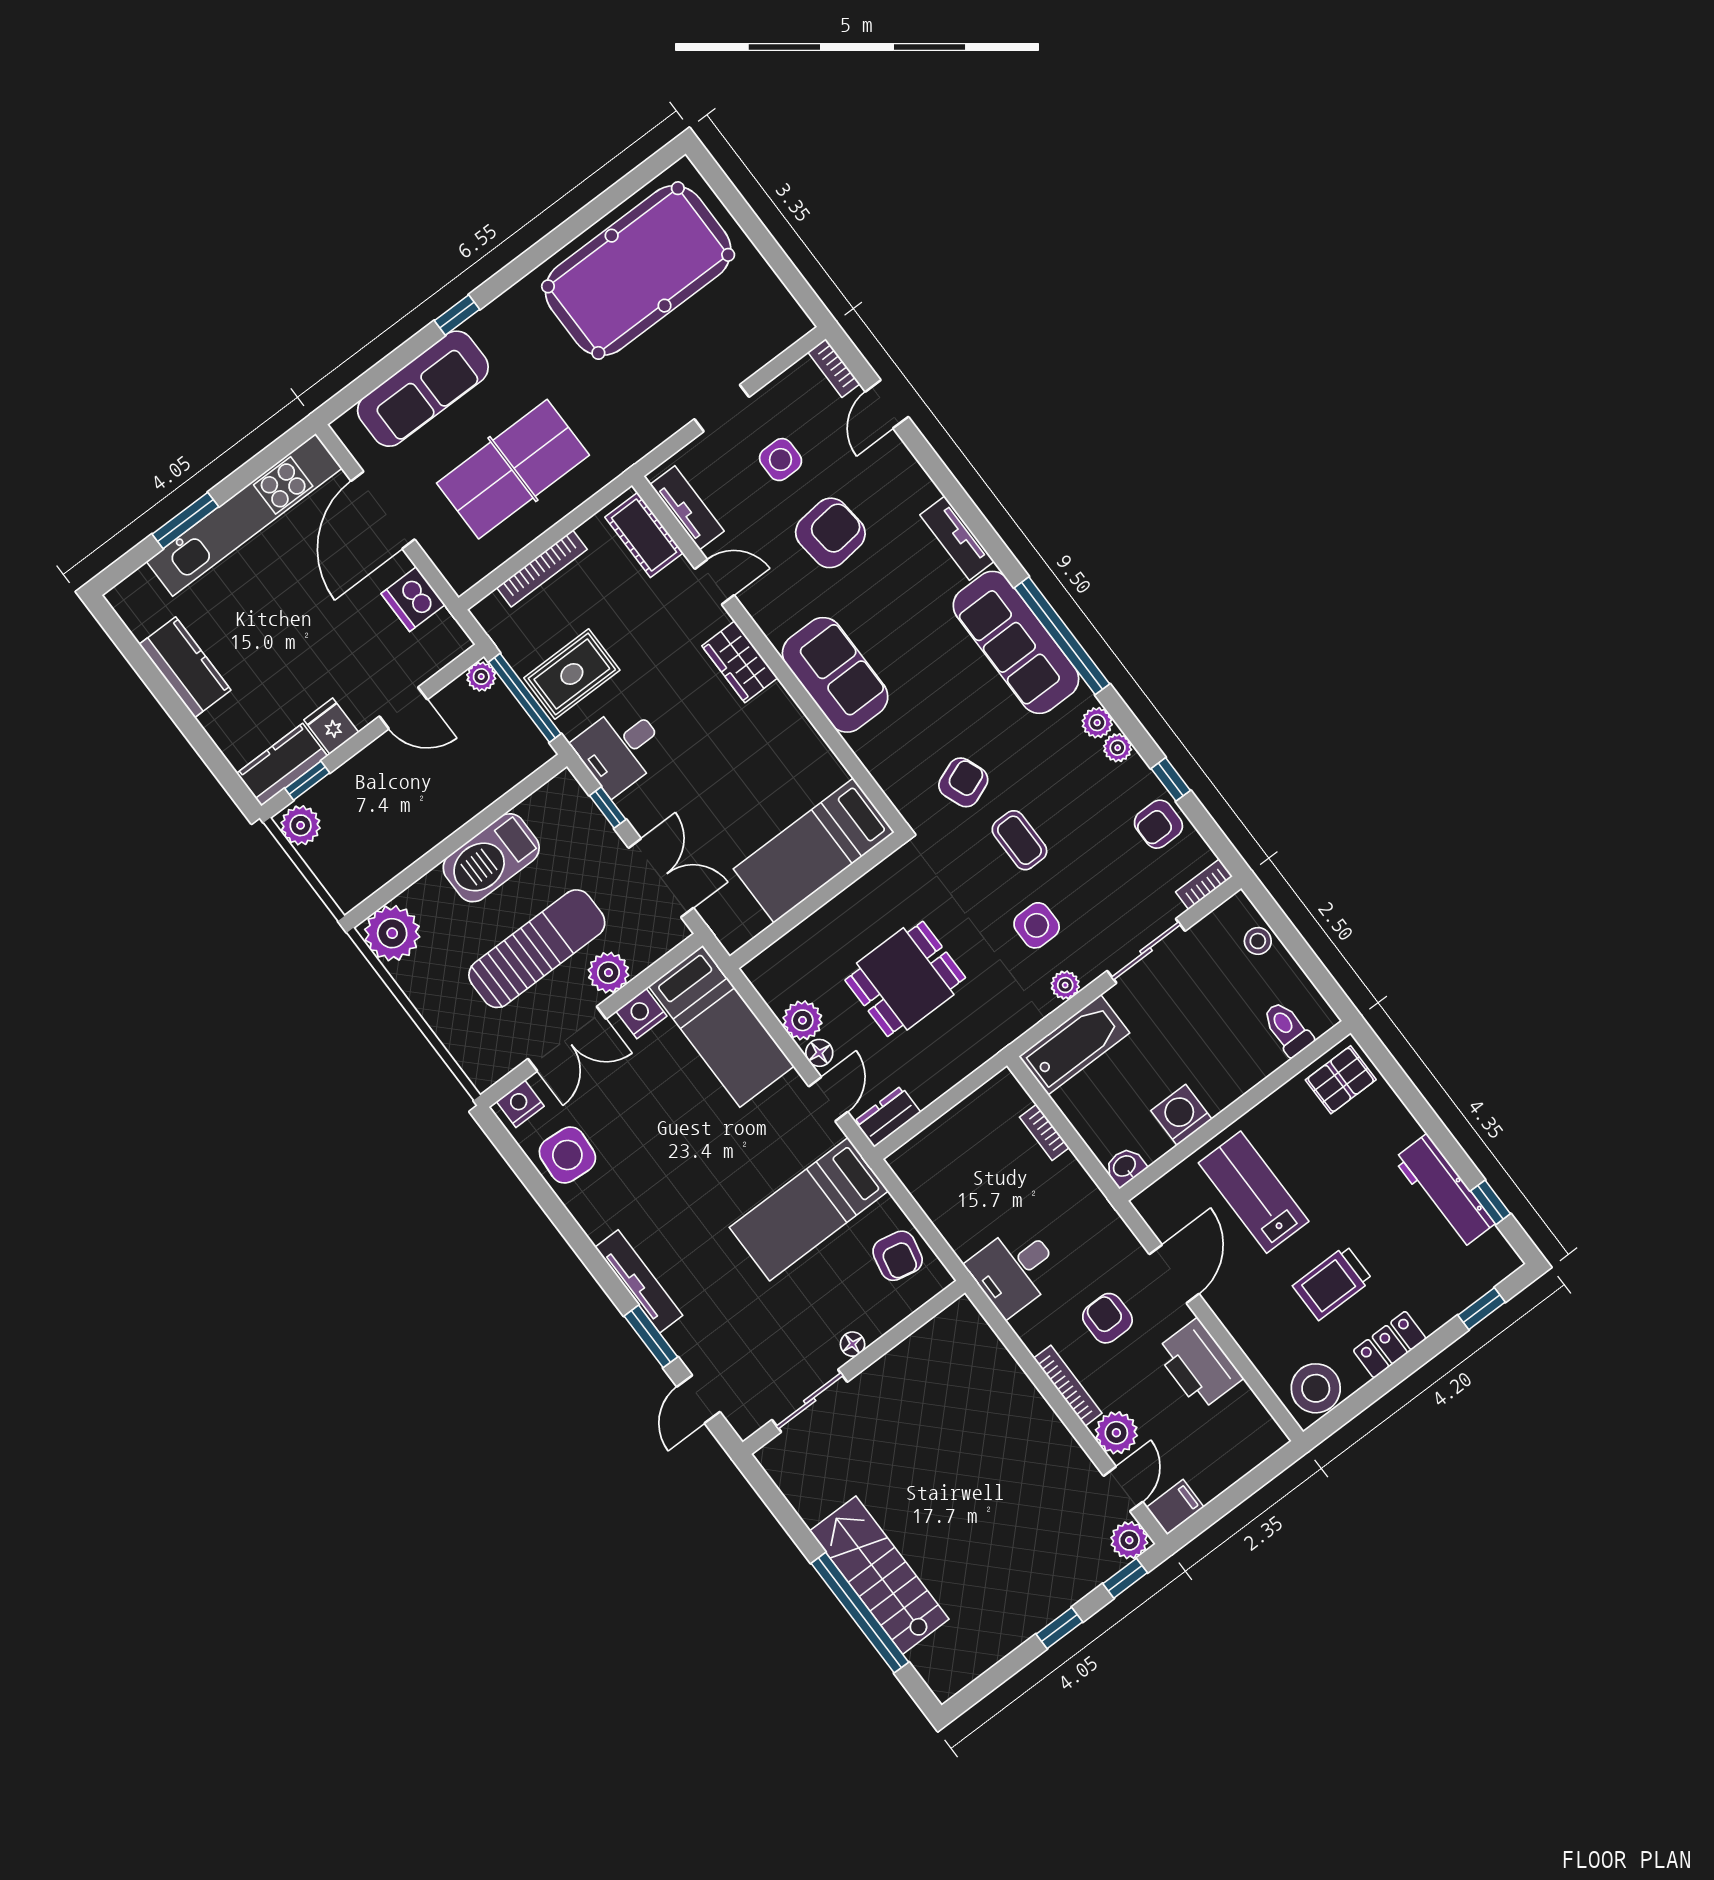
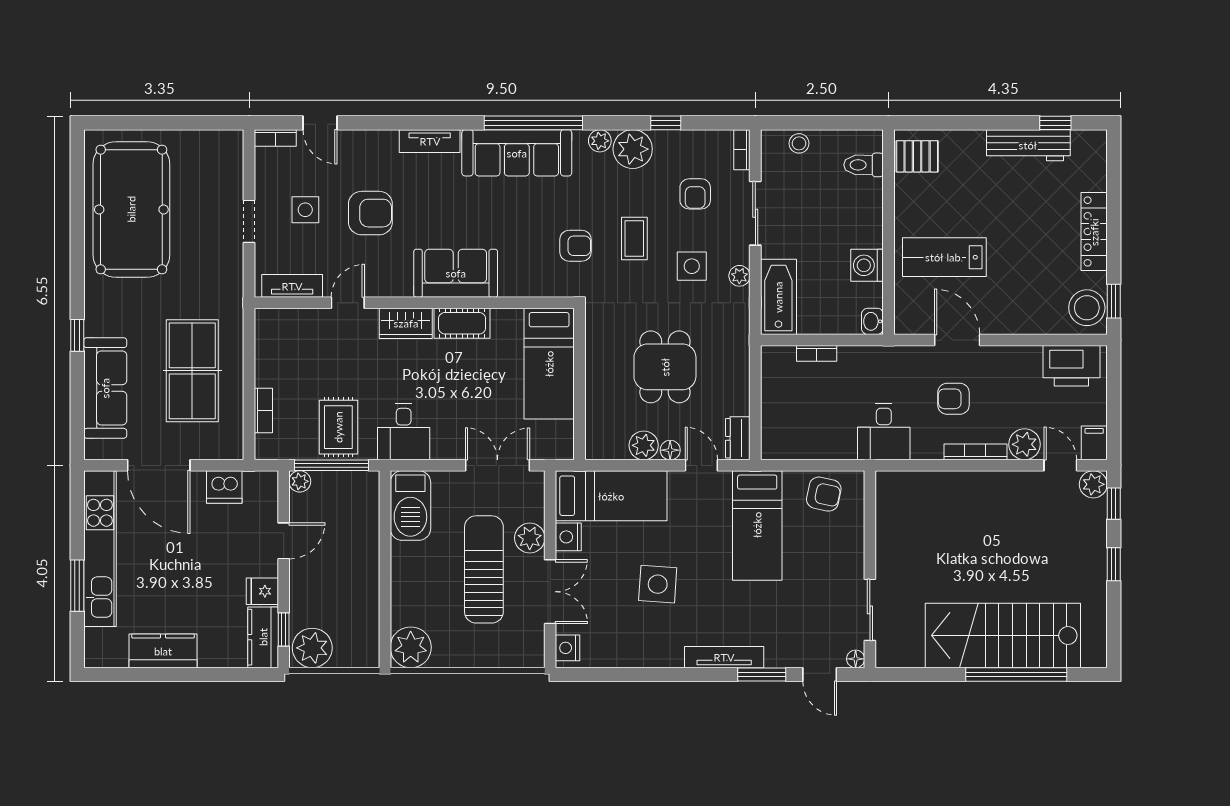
armchair: (830, 533) -> (370, 213), turned 96
cot: (644, 535) -> (462, 323), moved
bookcase: (542, 568) -> (263, 410), width x0.64
plant: (1118, 748) -> (633, 149), width x1.88, depth x1.88
armchair: (963, 782) -> (575, 246), turned 111
window: (608, 807) -> (433, 465), removed
armchair: (1158, 824) -> (695, 194), moved
plant: (301, 825) -> (312, 648), width x1.36, depth x1.36
coffee table: (1019, 840) -> (634, 238), turned 90
barbecue: (491, 858) -> (410, 506), moved
pallet: (1341, 1080) -> (917, 156), turned 90
side table: (567, 1155) -> (658, 584), moved
trolley: (1332, 1283) -> (1032, 251), removed
window: (1482, 1309) -> (1114, 301), moved
floor lamp: (853, 1344) -> (856, 659), moved
locker: (1390, 1345) -> (1094, 232), width x1.53
printer: (1199, 1364) -> (1071, 366), moved
stairs: (879, 1575) -> (1003, 635), width x1.36, depth x1.51

